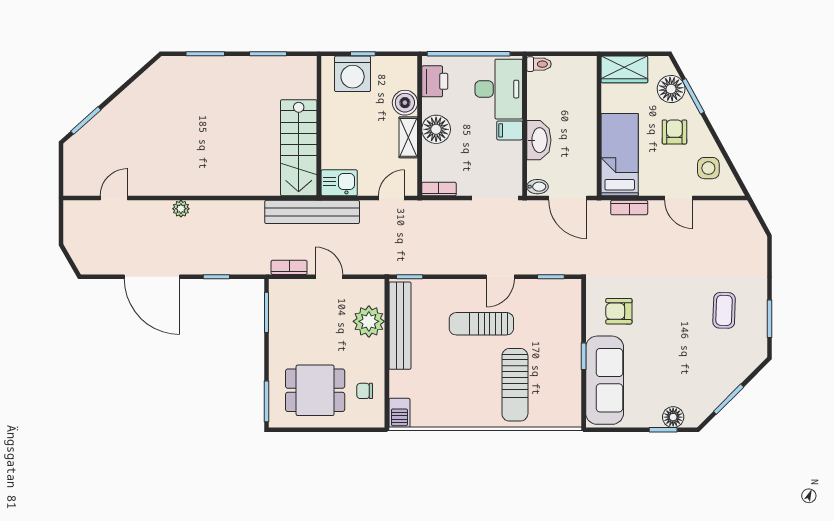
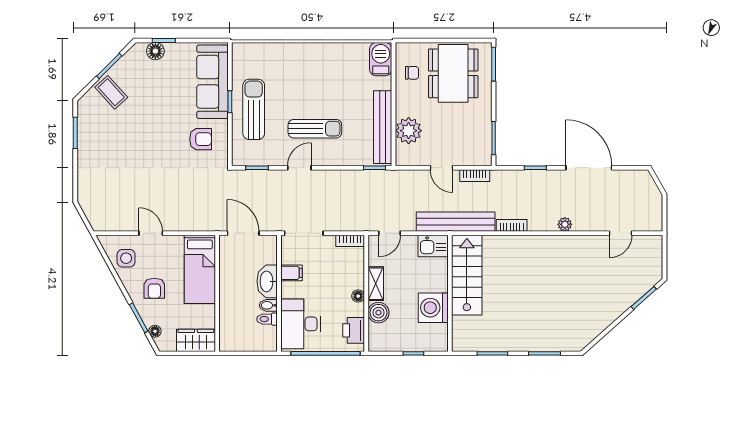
toilet: (539, 64) -> (267, 319), moved
washing machine: (353, 74) -> (433, 308), moved, turned -90
floor lamp: (671, 89) -> (155, 331), width x0.53, depth x0.53
floor lamp: (436, 129) -> (358, 296), width x0.53, depth x0.53
filing cabinet: (510, 130) -> (291, 273), moved
bidet: (537, 187) -> (268, 305), moved
bookcase: (629, 208) -> (512, 225), moved
coffee table: (724, 310) -> (111, 92), moved, turned -44
sun lounger: (515, 385) -> (254, 109), moved
dining table: (315, 390) -> (453, 73), width x1.38
barbecue: (399, 413) -> (381, 59), width x1.38, depth x1.27

